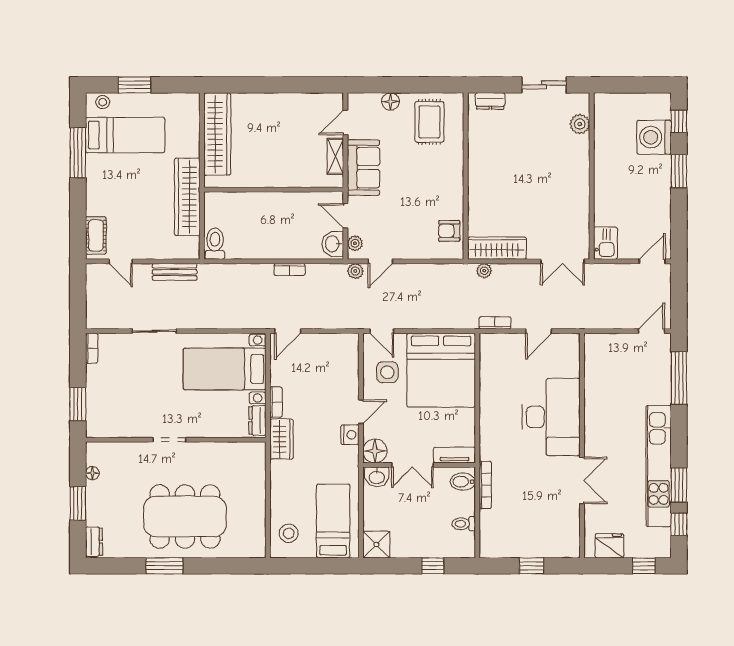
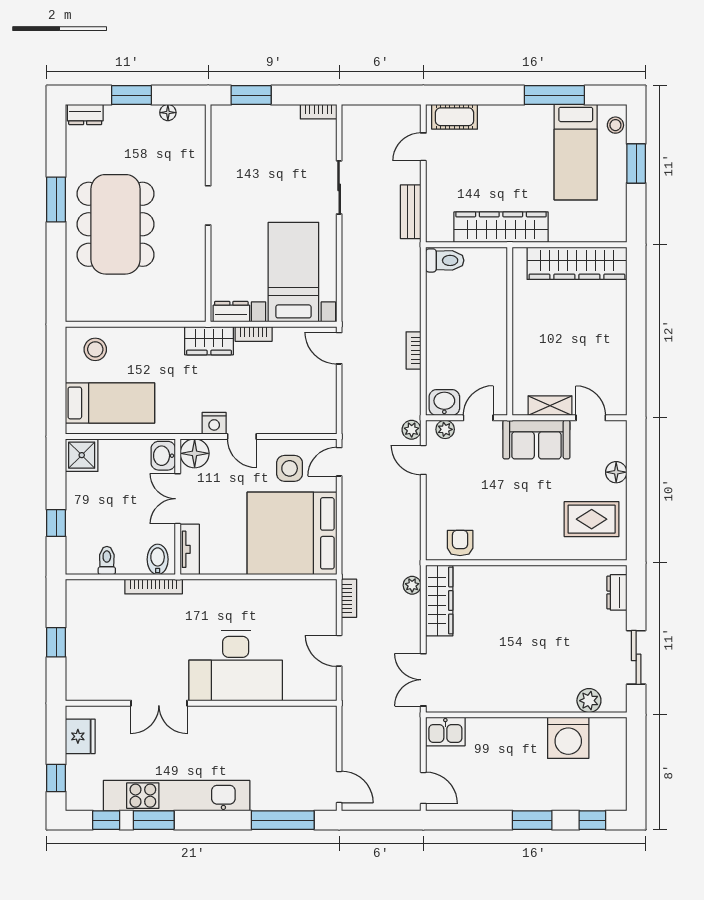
washing machine: (654, 137) -> (568, 738), moved, turned 180

